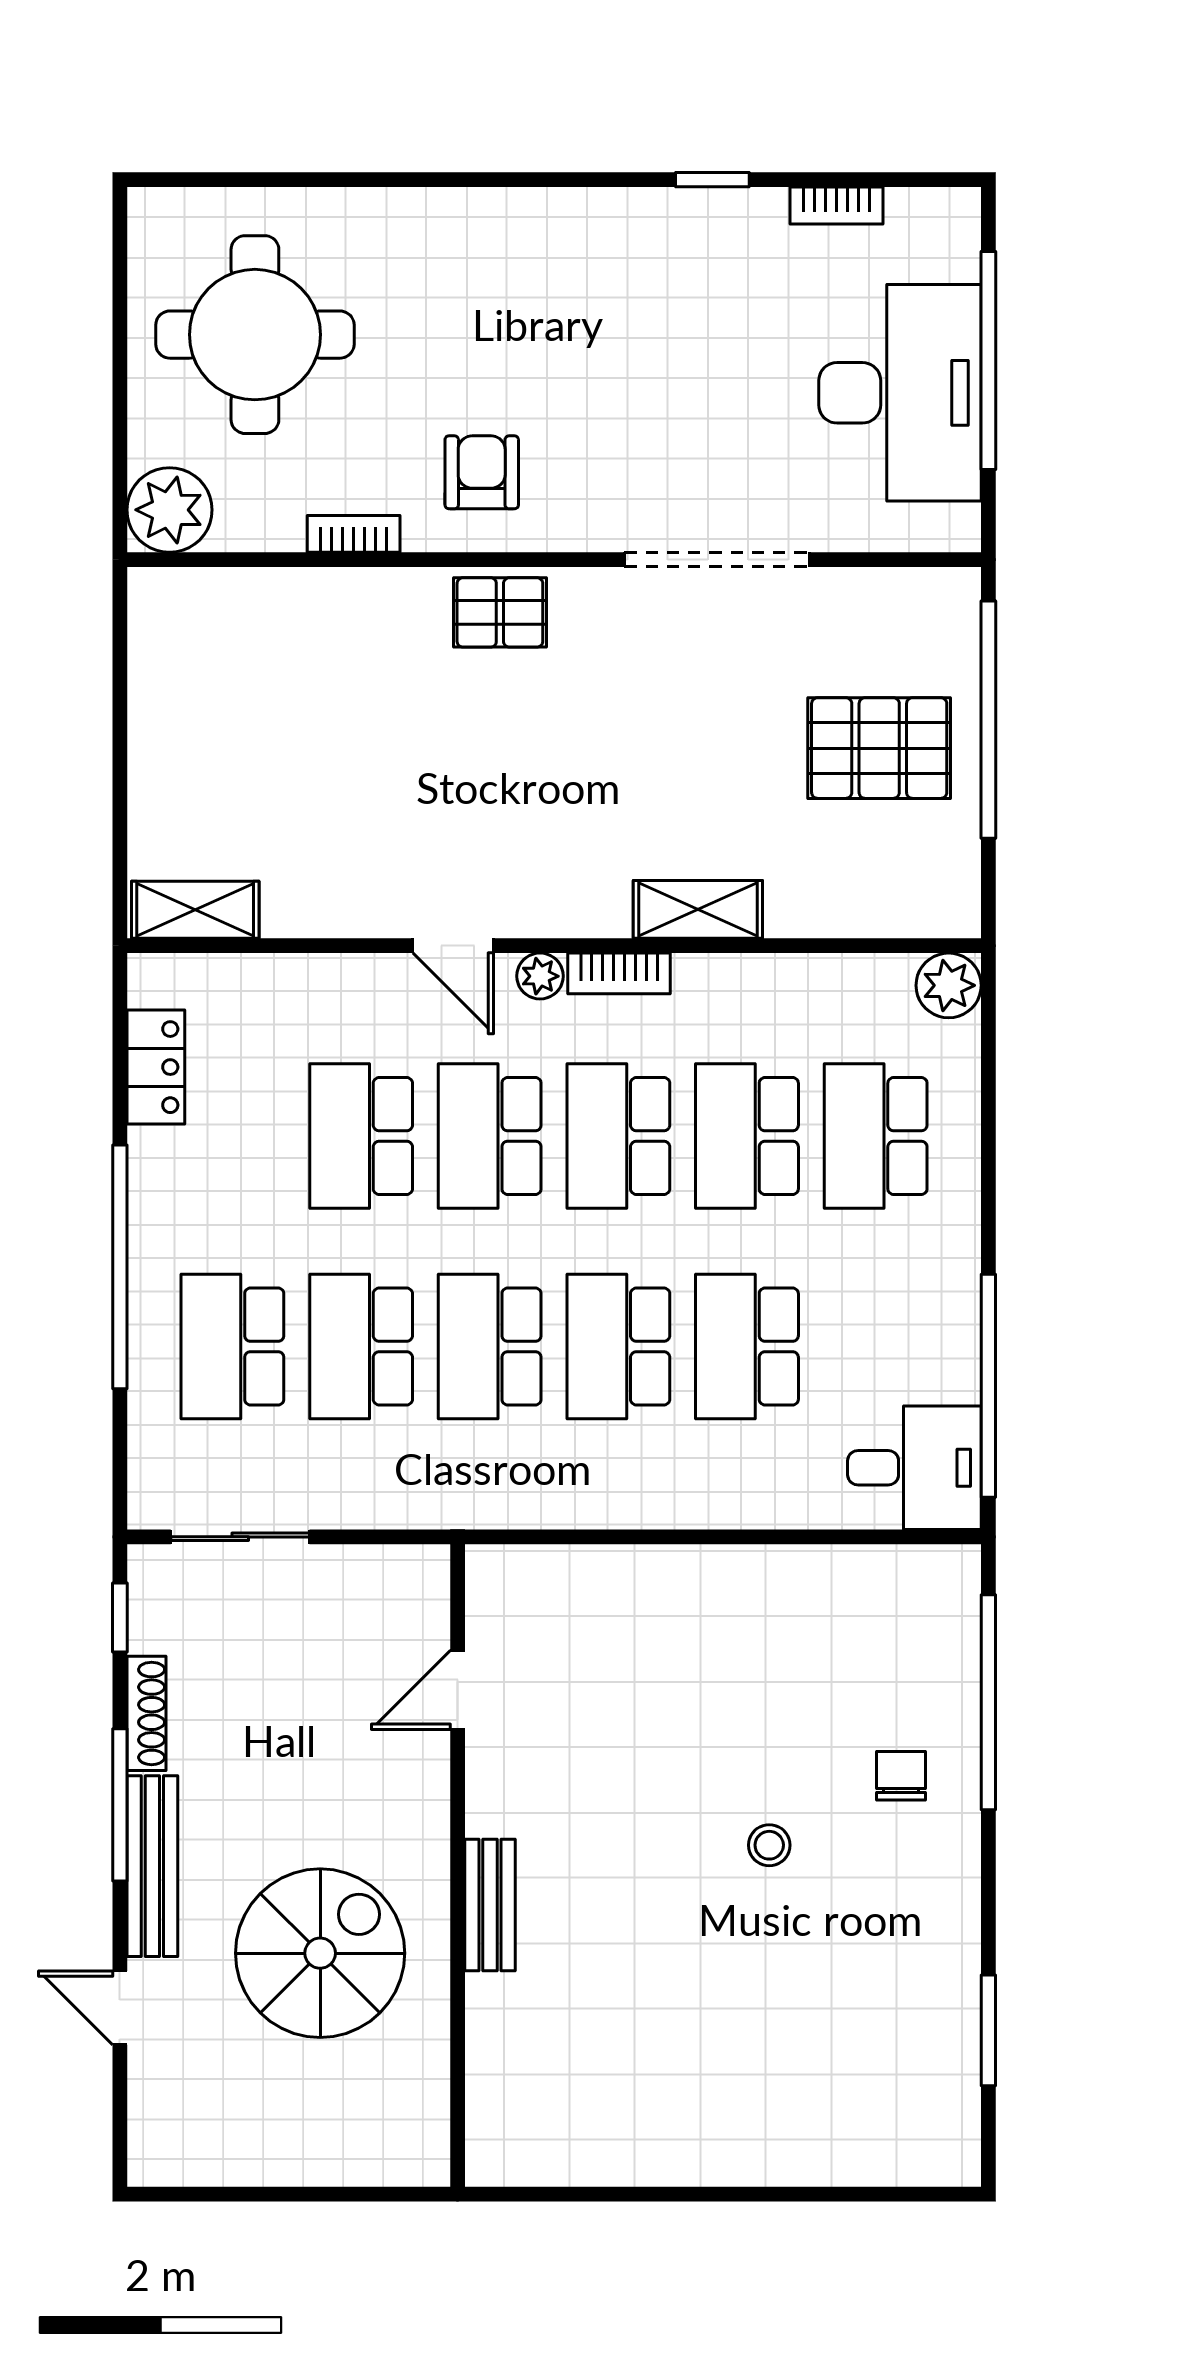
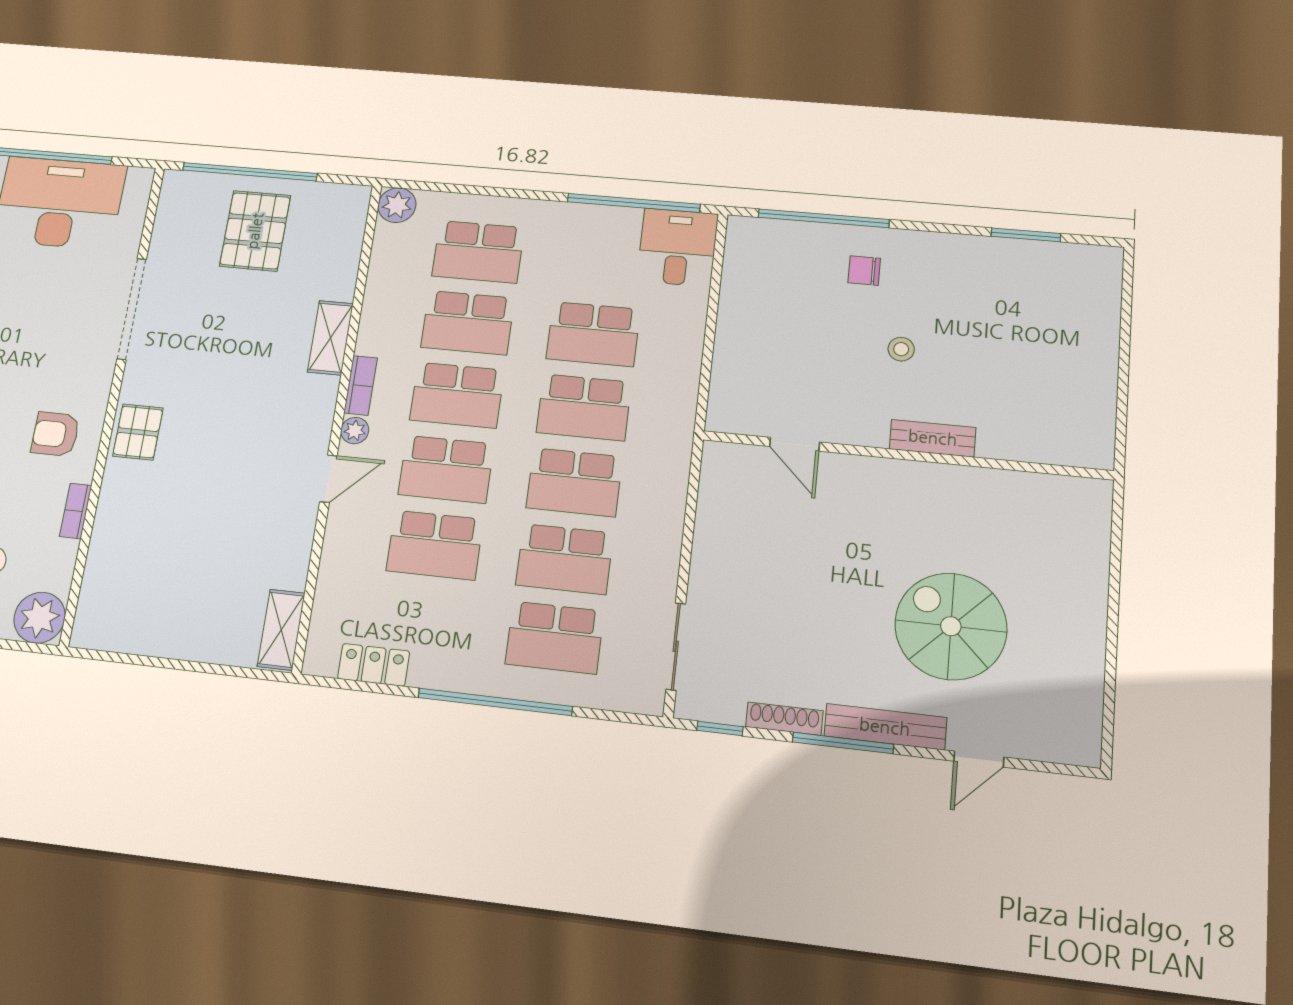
door: (458, 1690) -> (795, 444), moved
wall: (458, 1866) -> (906, 455), moved
bench: (490, 1905) -> (933, 438), moved

